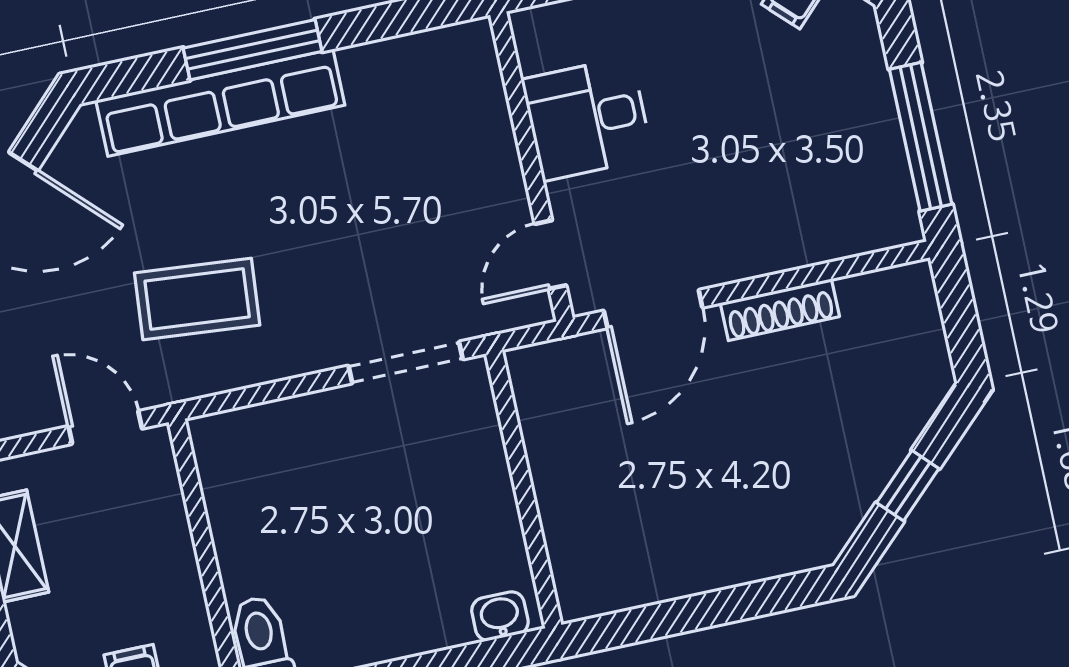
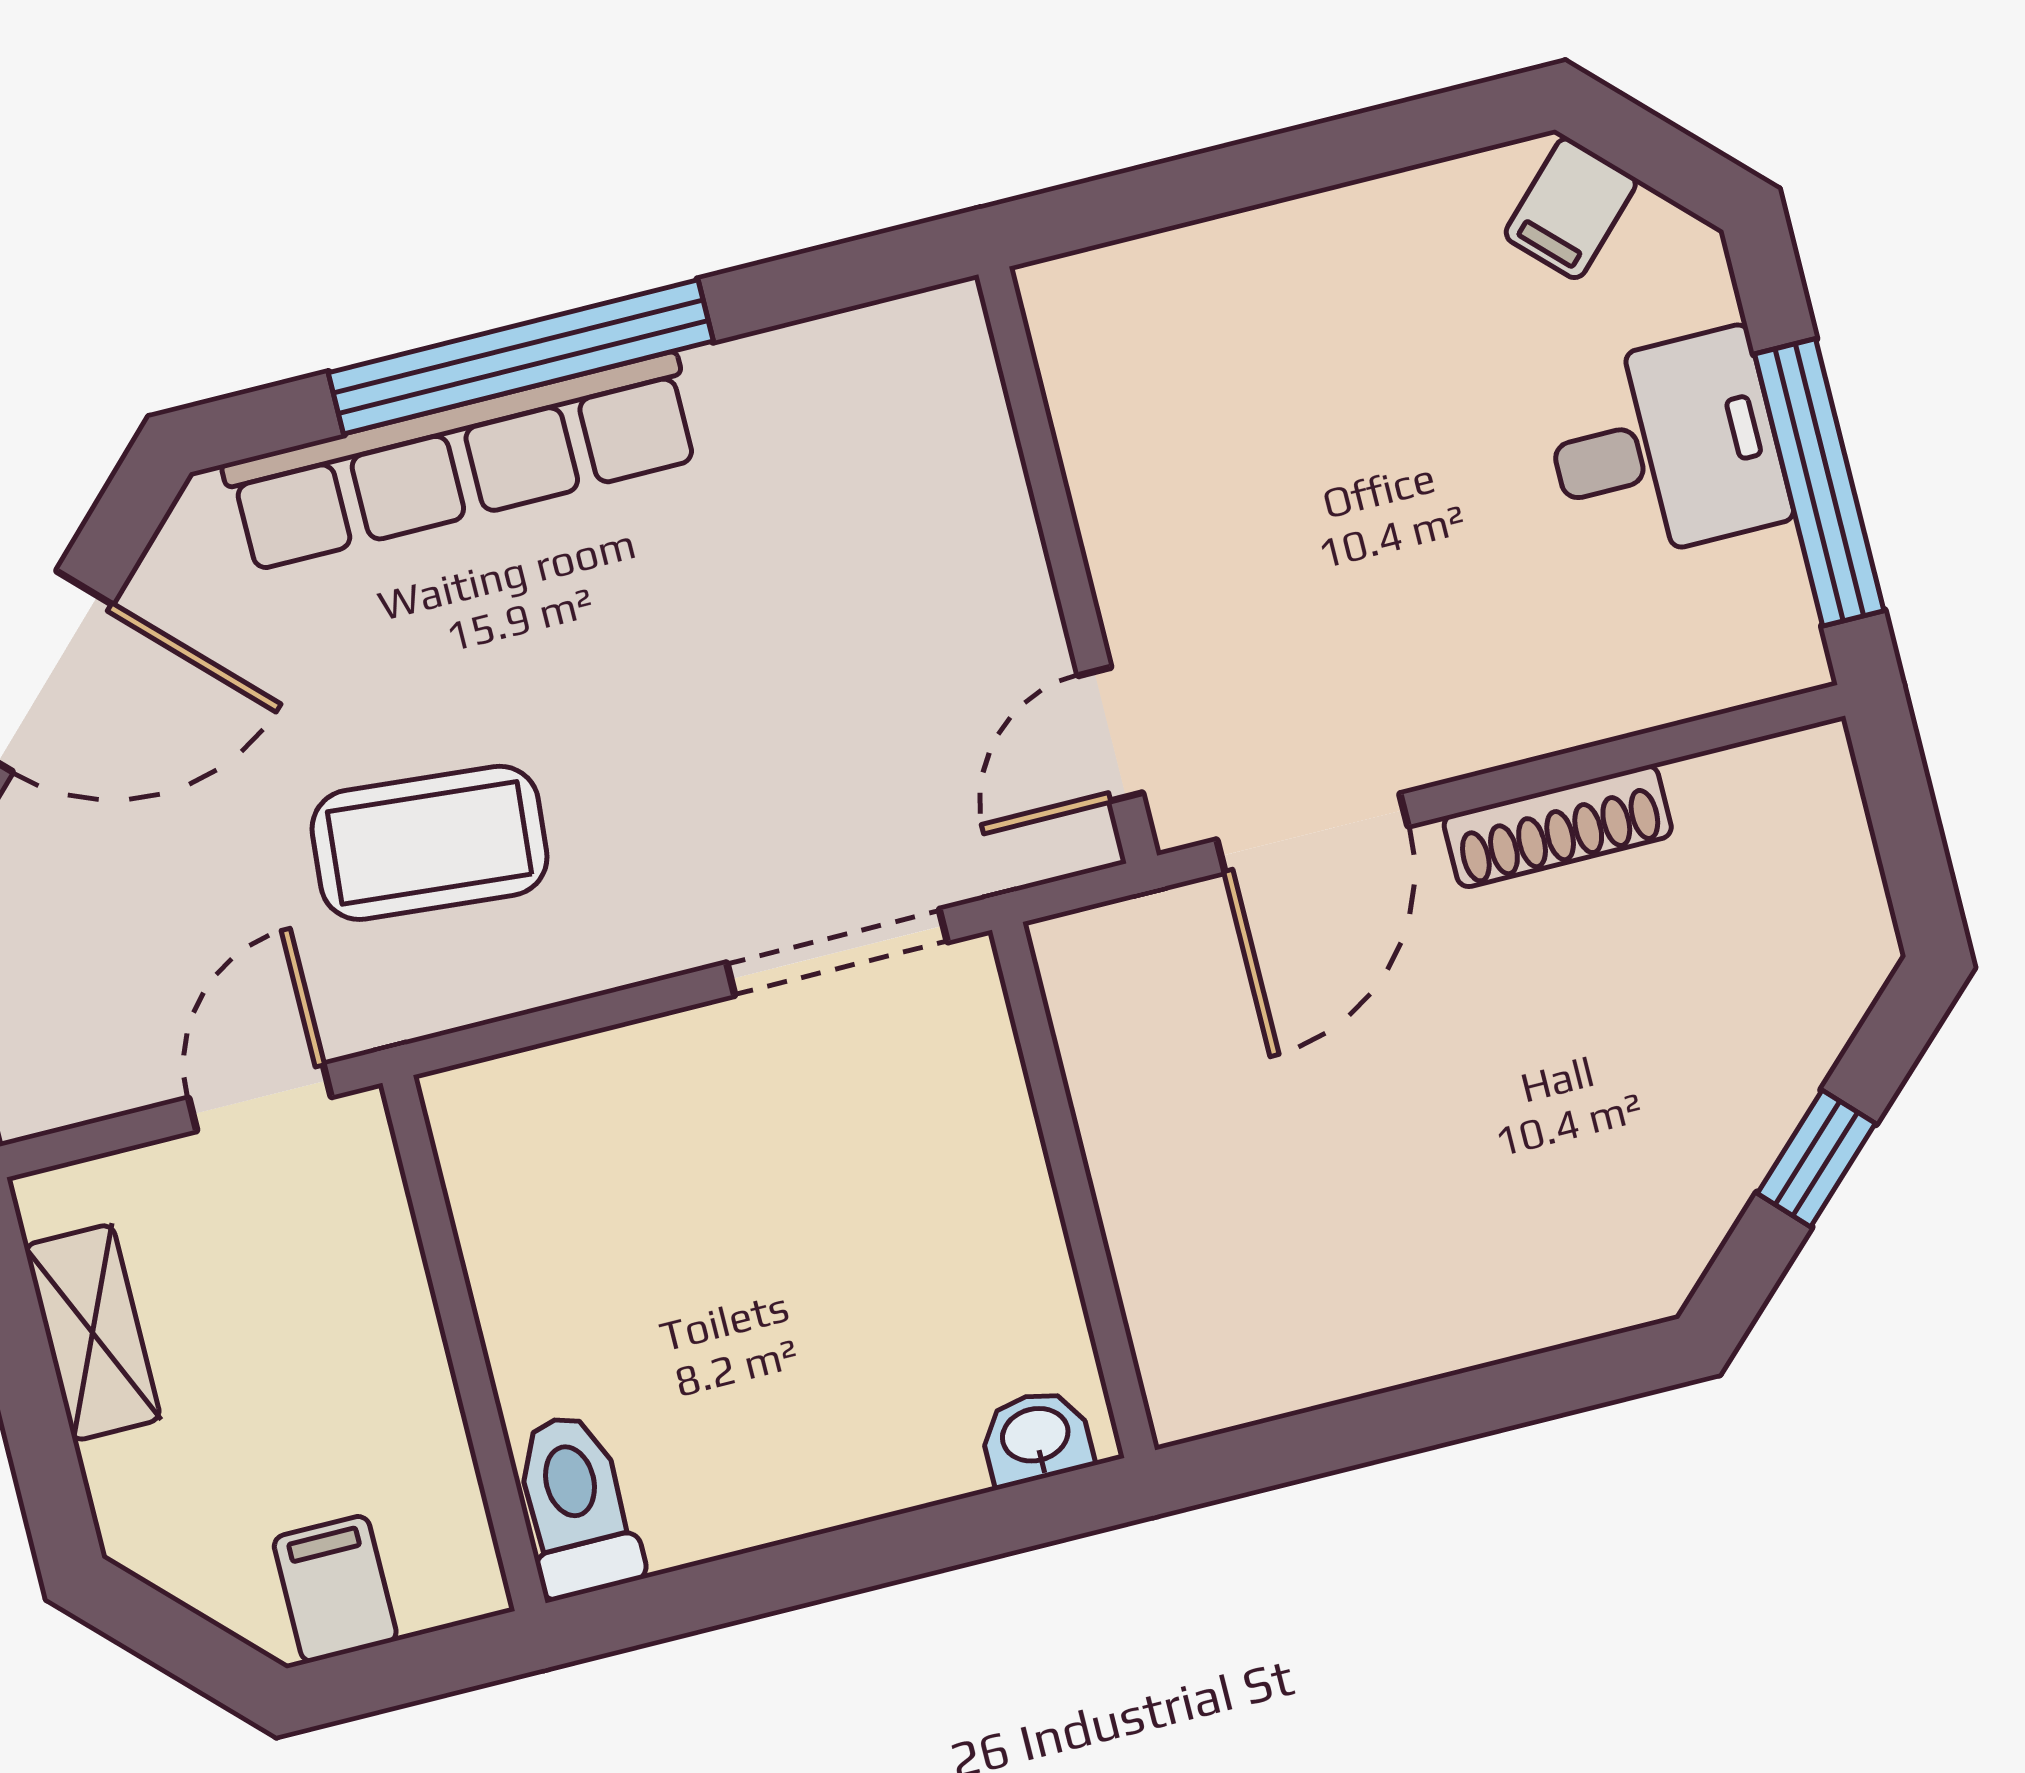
window: (253, 50) -> (521, 357), width x1.46
desk: (587, 119) -> (1665, 447), moved, turned 180
door: (105, 427) -> (260, 1097), hinge flipped

